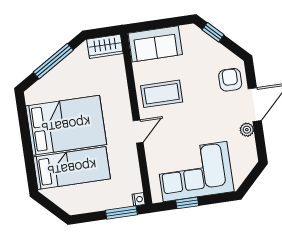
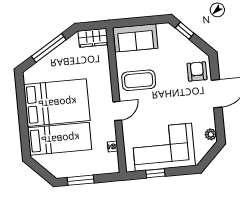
plant: (247, 130) -> (211, 134), moved
nightstand: (139, 199) -> (113, 147), moved
window: (121, 212) -> (81, 180), moved

